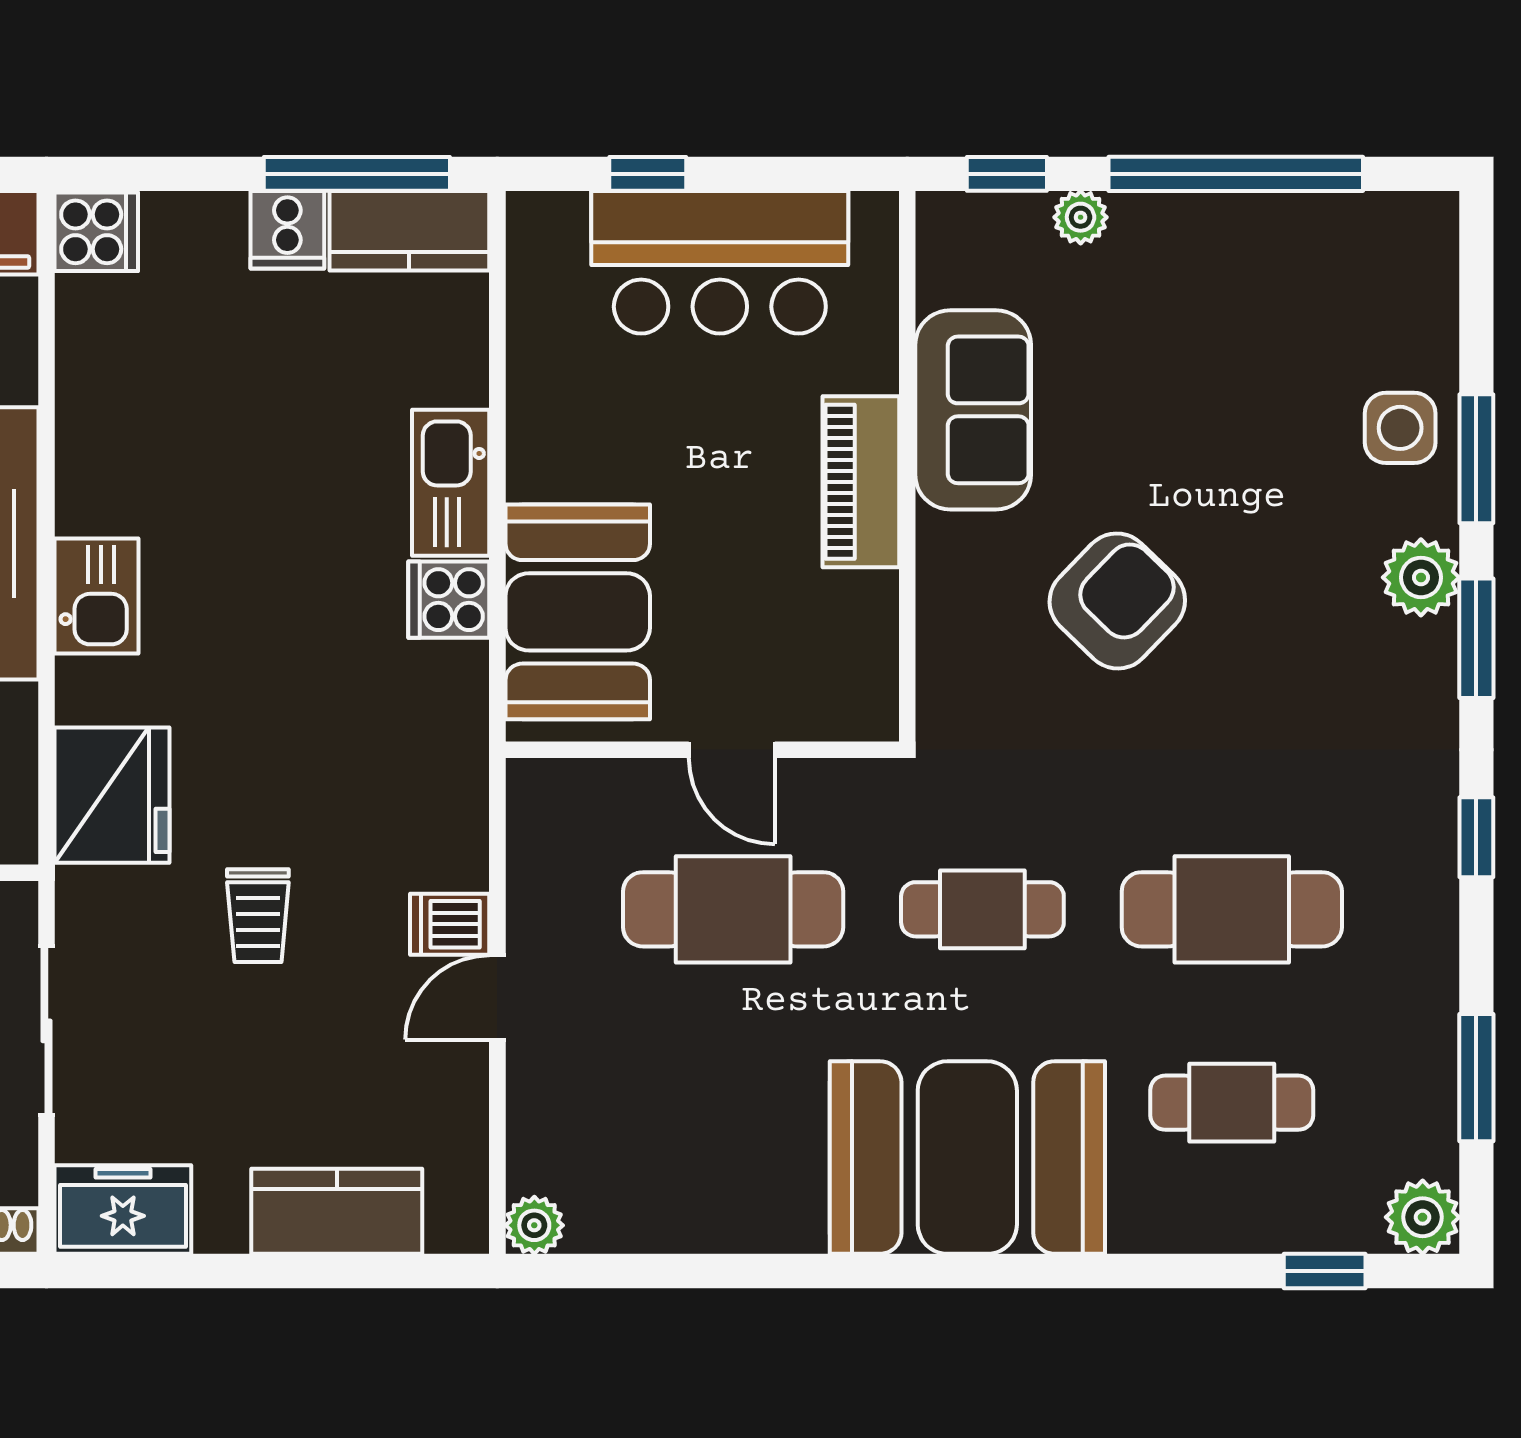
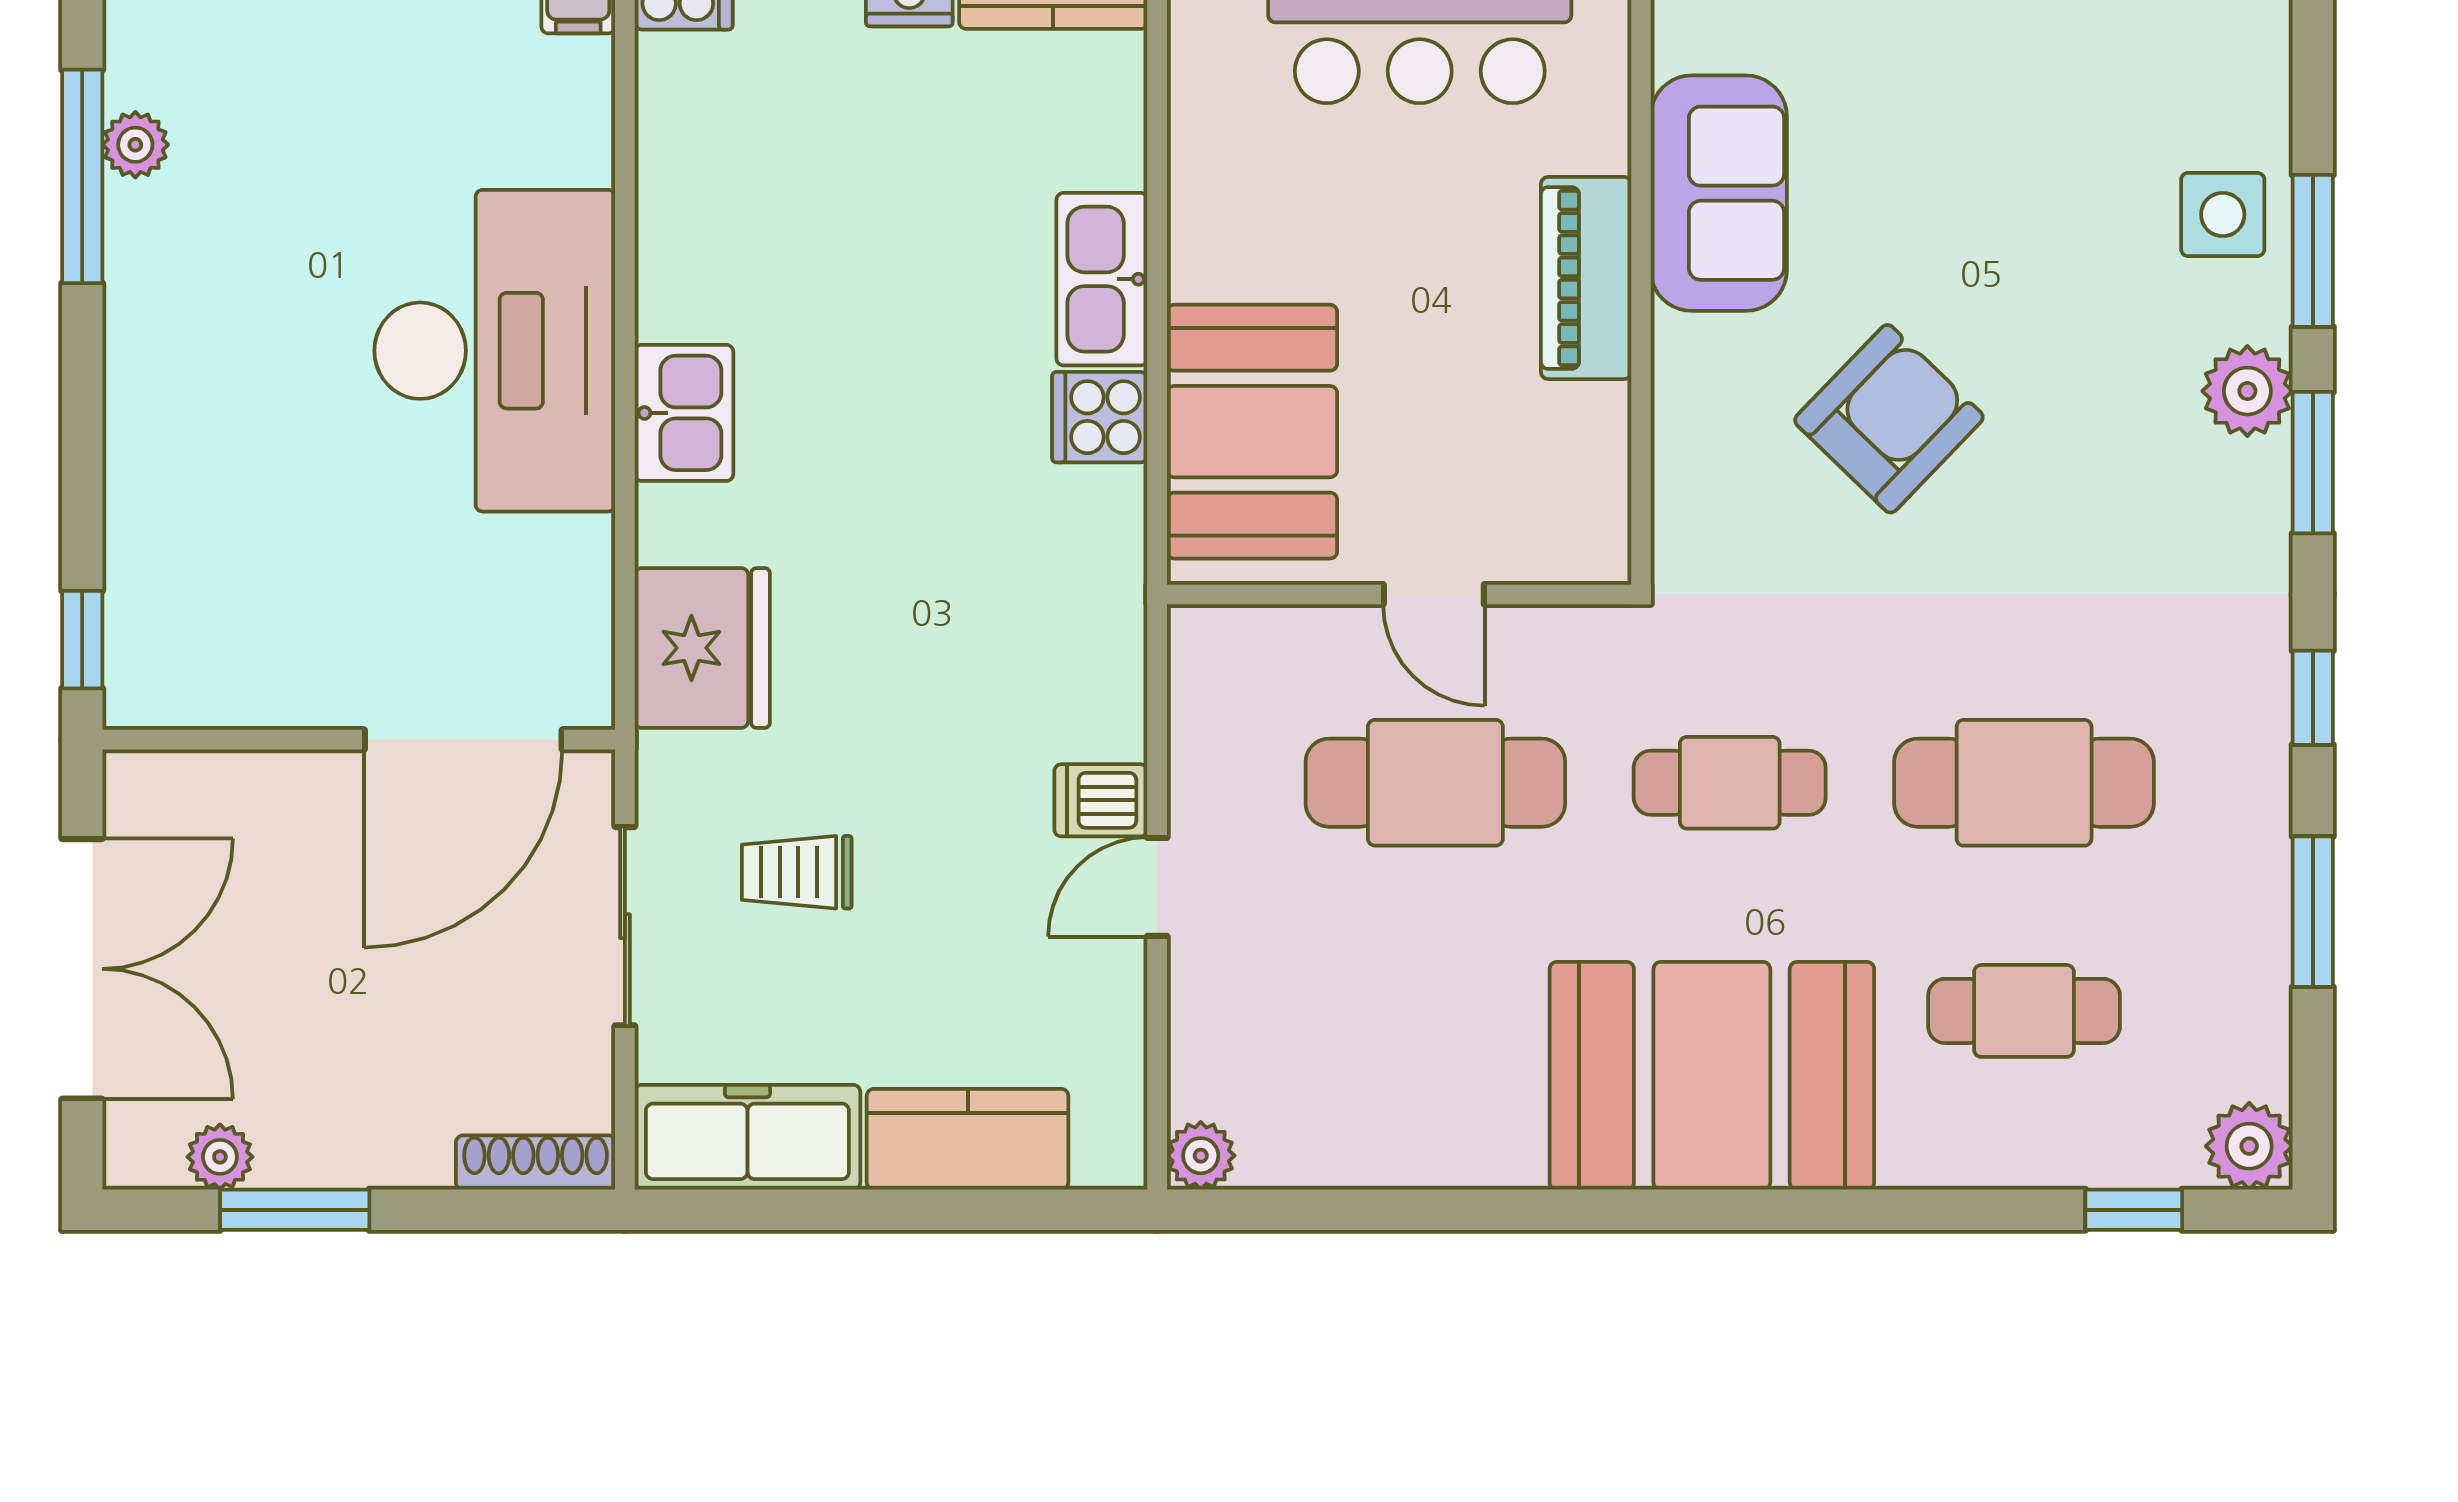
trolley: (258, 916) -> (797, 872), moved, turned 90
window: (1476, 1078) -> (2313, 912), moved
freezer: (123, 1210) -> (747, 1137), width x1.40

